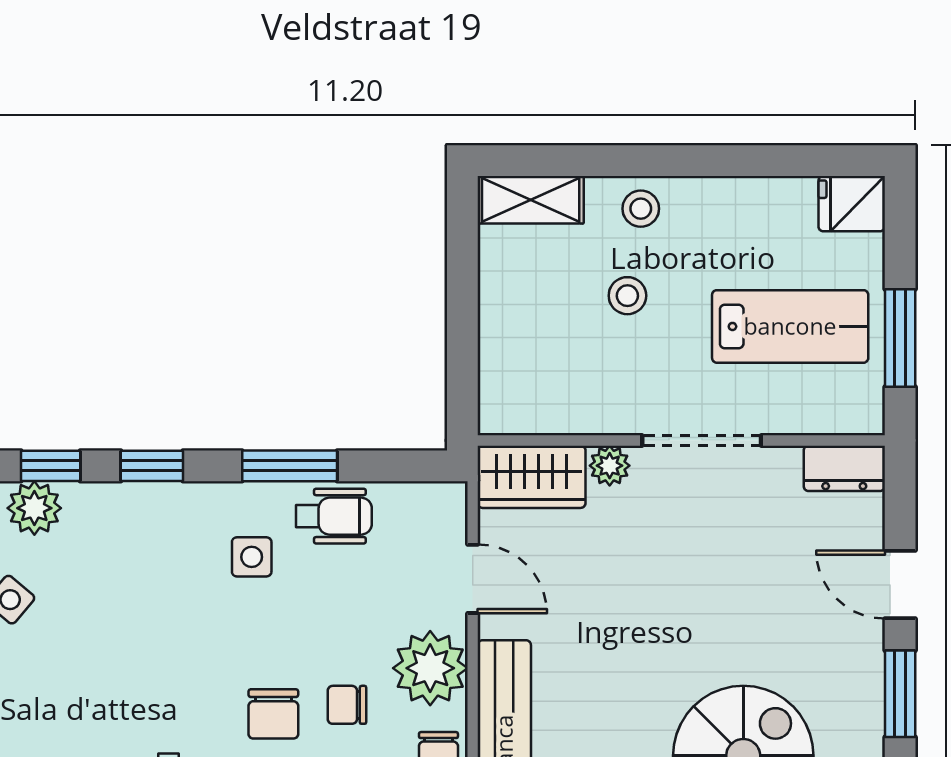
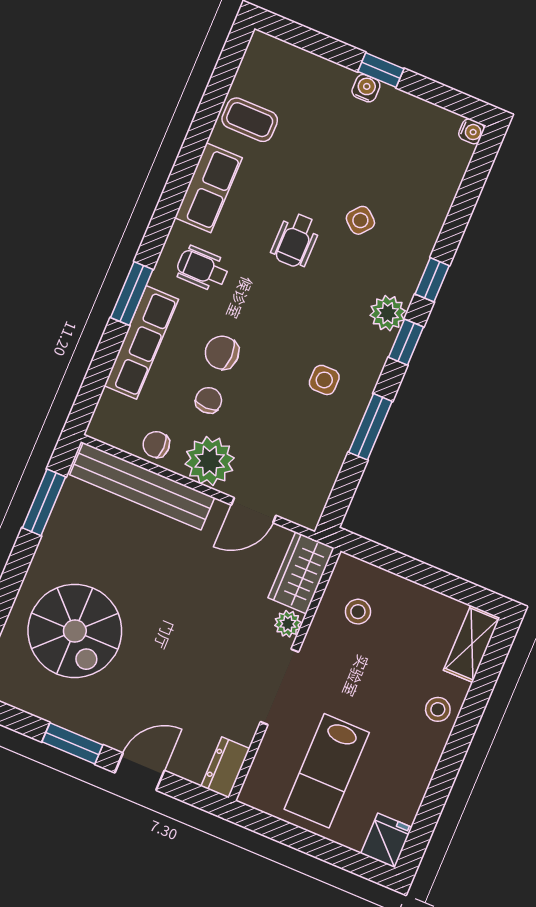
stool: (627, 296) -> (358, 612), moved
window: (900, 338) -> (291, 835), removed
plant: (34, 508) -> (388, 313), moved
wheelchair: (334, 516) -> (296, 240), moved

